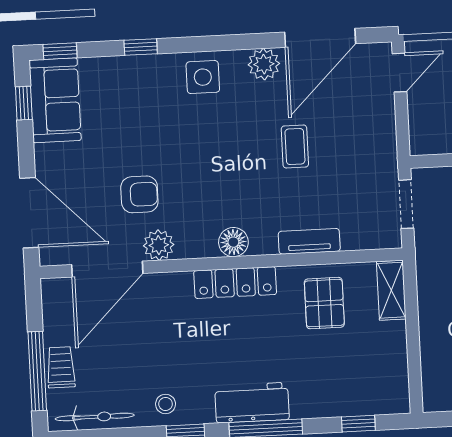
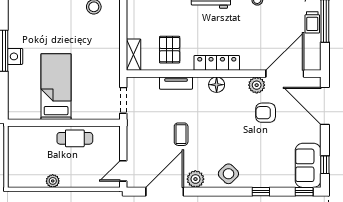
side table: (203, 77) -> (228, 174), turned 45

